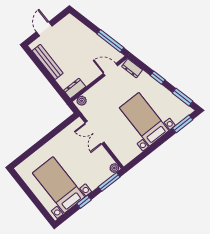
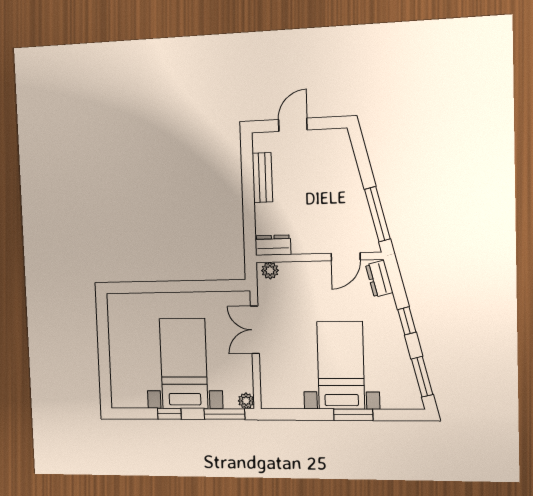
bench: (48, 62) -> (262, 178), width x0.73
door: (110, 70) -> (346, 257), swing flipped
window: (183, 124) -> (353, 415), moved
bed with nightstands: (59, 185) -> (184, 364), moved

